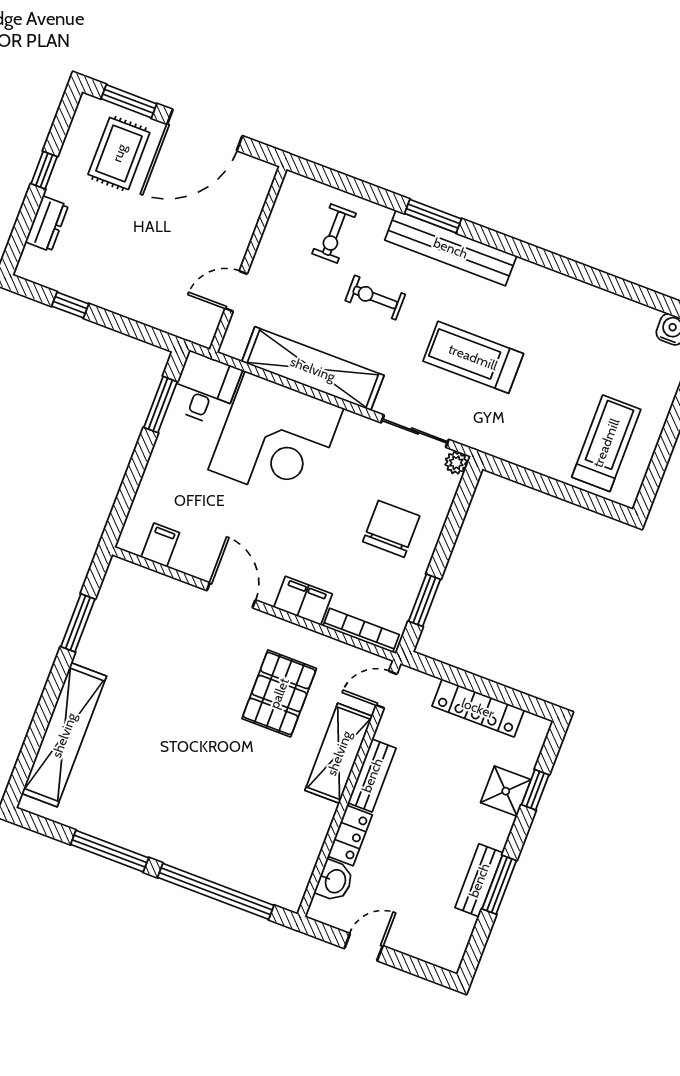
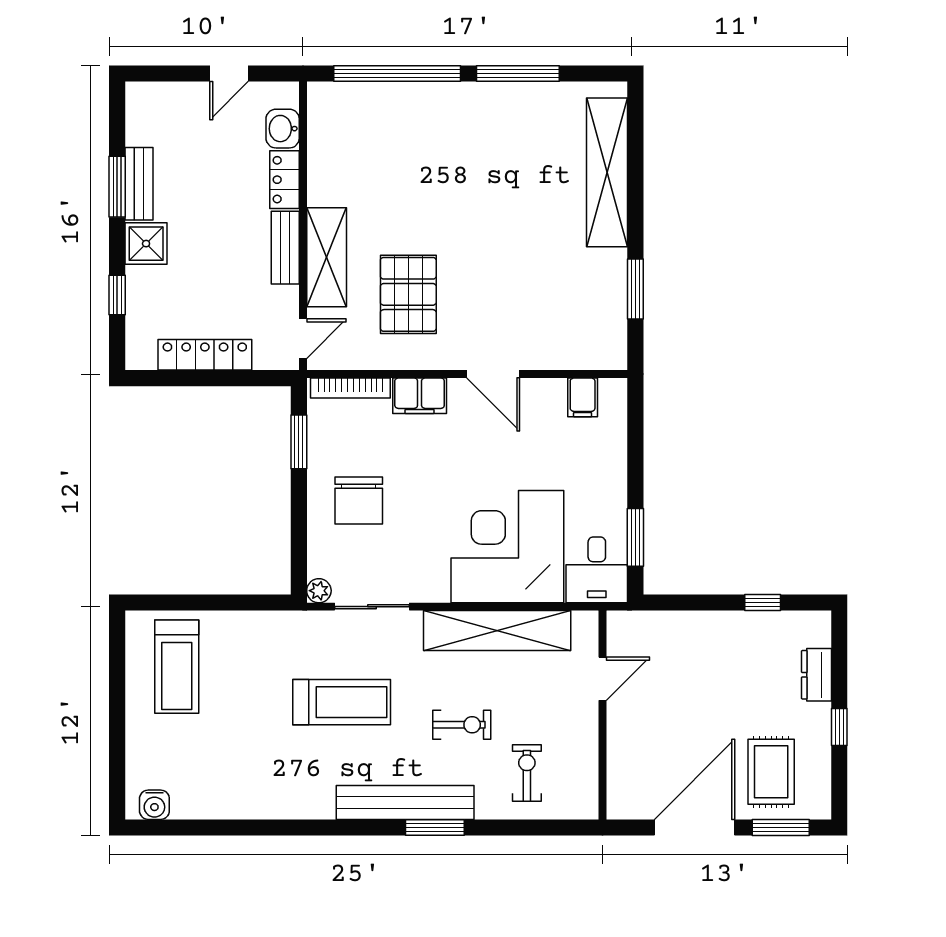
shower: (506, 791) -> (146, 244), moved

